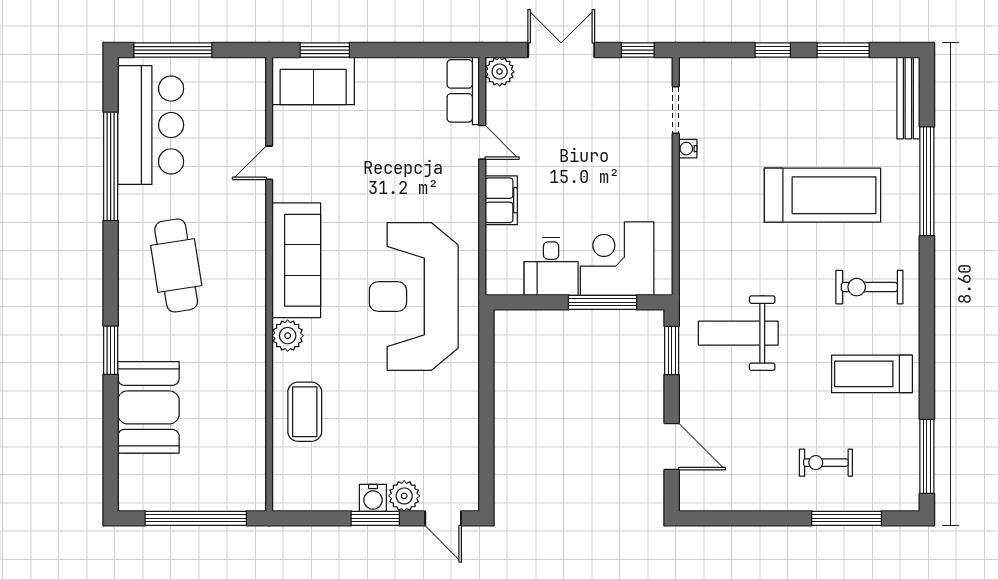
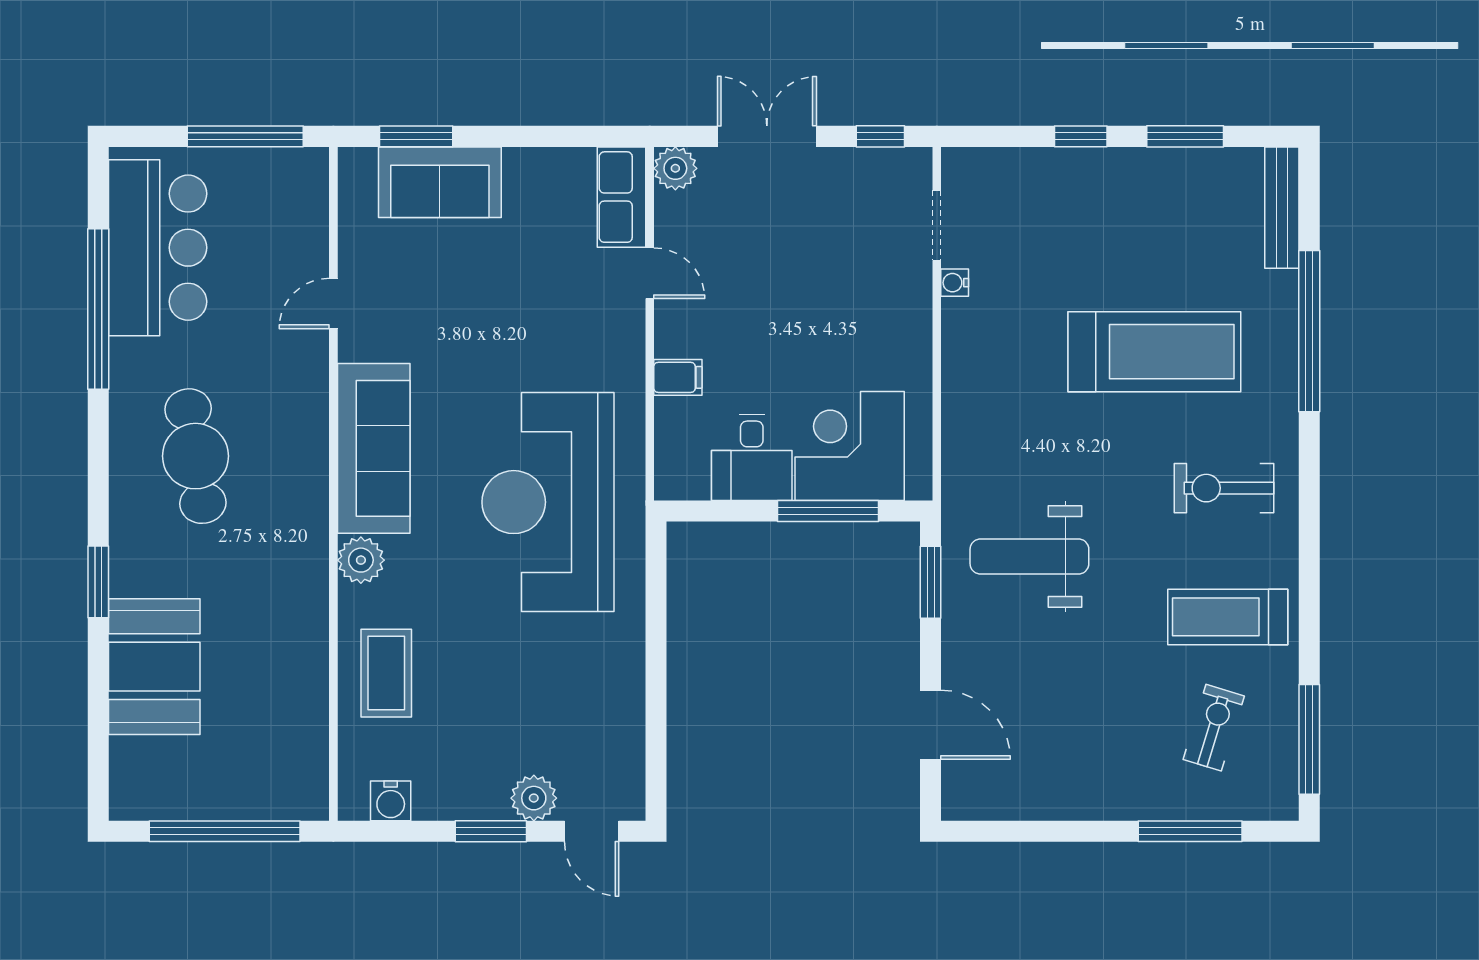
window: (173, 50) -> (245, 136), moved
sofa: (313, 81) -> (440, 182), moved
filing cabinet: (501, 200) -> (678, 377), width x0.50
exercise bike: (826, 463) -> (1214, 728), moved, turned 107
water cooler: (373, 498) -> (391, 801), moved

